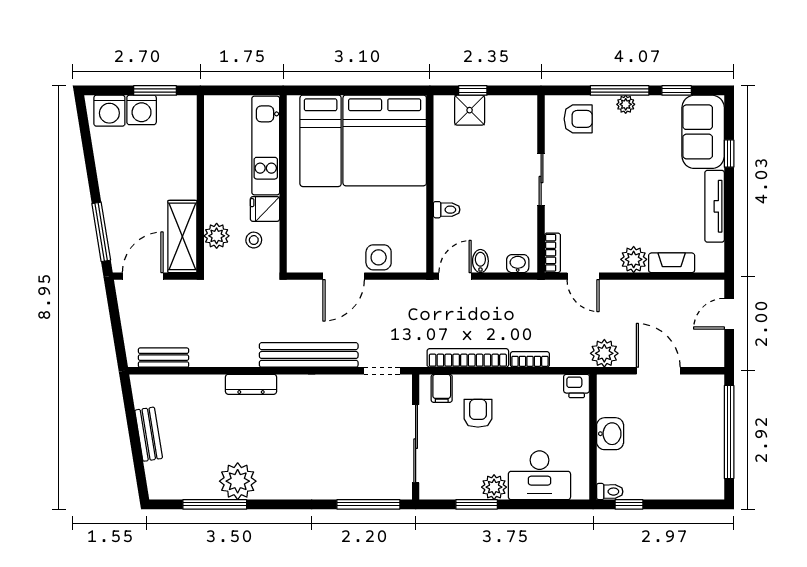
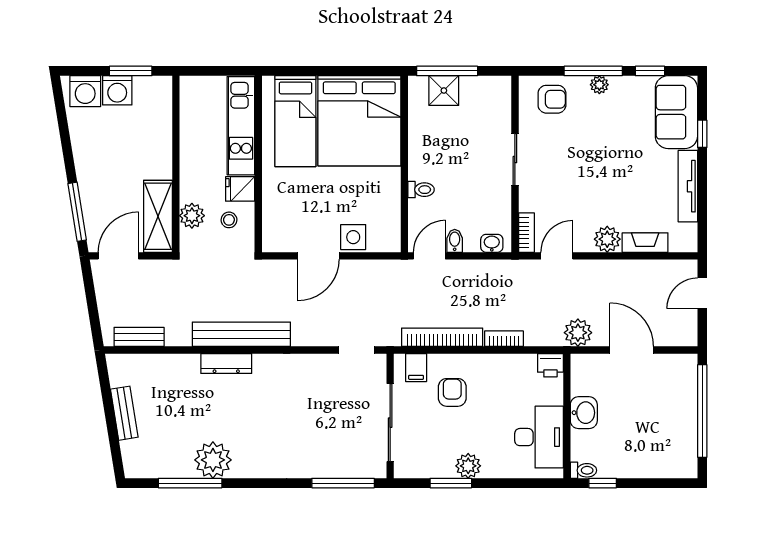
window: (473, 90) -> (447, 71), width x2.17
door: (583, 276) -> (557, 256), swing flipped
bench: (309, 355) -> (241, 334), moved
desk: (539, 475) -> (539, 437), moved, turned -90

